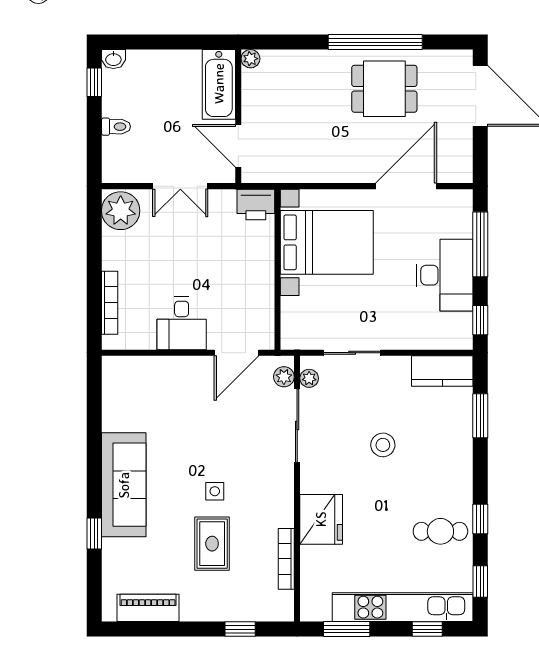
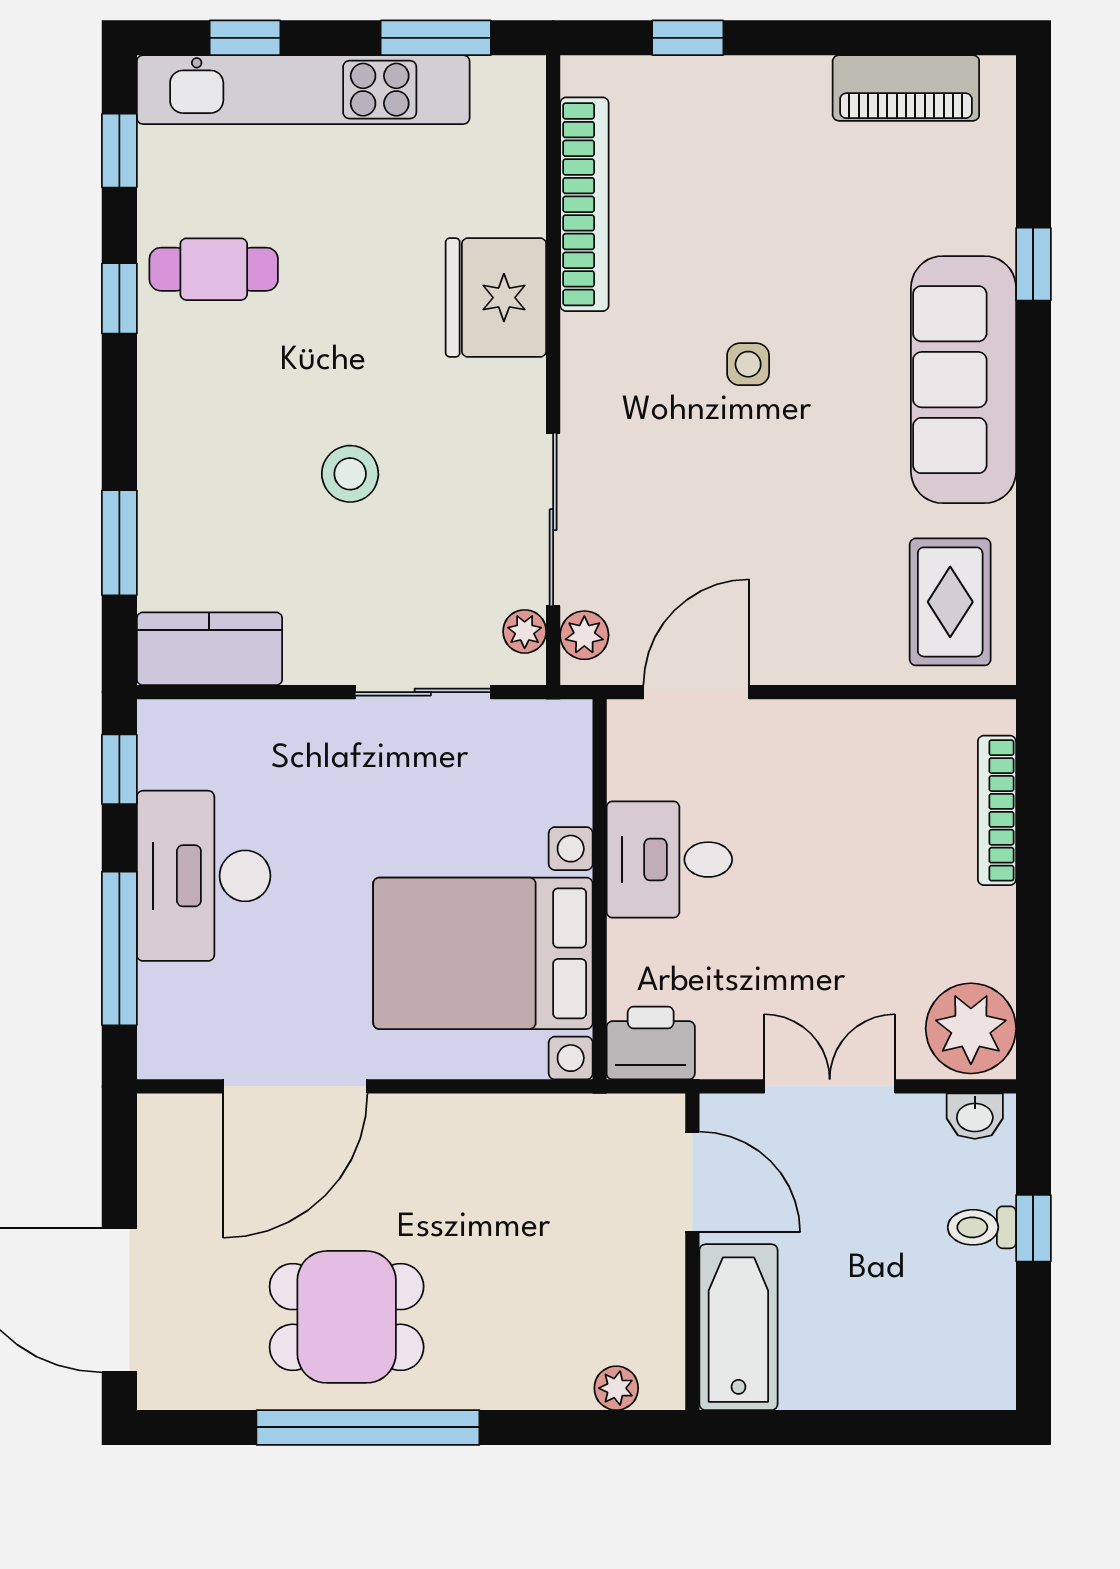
washbasin: (113, 59) -> (975, 1116), moved, turned 180
plant: (250, 59) -> (616, 1388), moved
window: (94, 82) -> (1033, 1228), moved
desk: (182, 323) -> (669, 860), moved, turned -90
rug: (212, 544) -> (950, 602), moved
bookcase: (286, 559) -> (584, 204), width x1.48, depth x1.31

